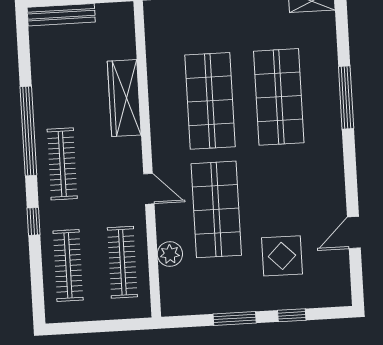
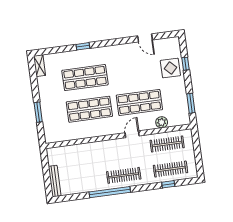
wardrobe: (124, 98) -> (91, 149), removed
window: (346, 98) -> (83, 46), width x0.46
window: (34, 221) -> (168, 184), moved
display table: (282, 256) -> (170, 68), moved
window: (235, 319) -> (191, 103), moved

